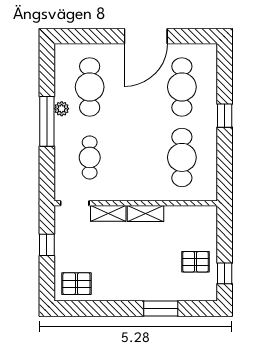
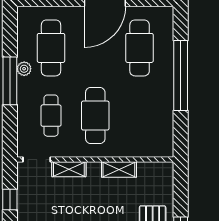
window: (225, 116) -> (181, 75), width x3.17
cafe table: (182, 157) -> (95, 116), moved
shelving: (146, 214) -> (119, 169), moved

